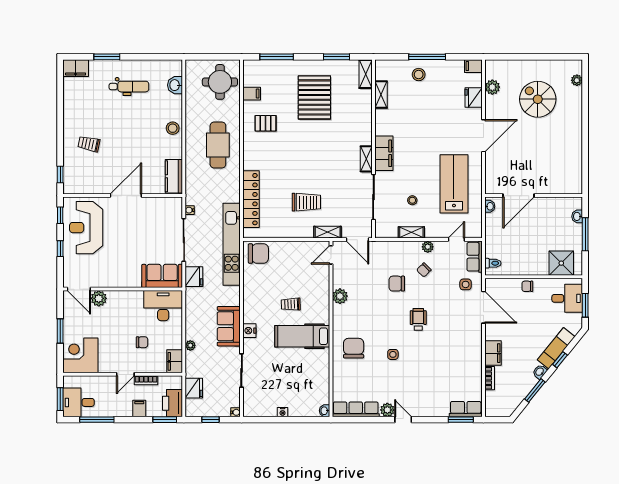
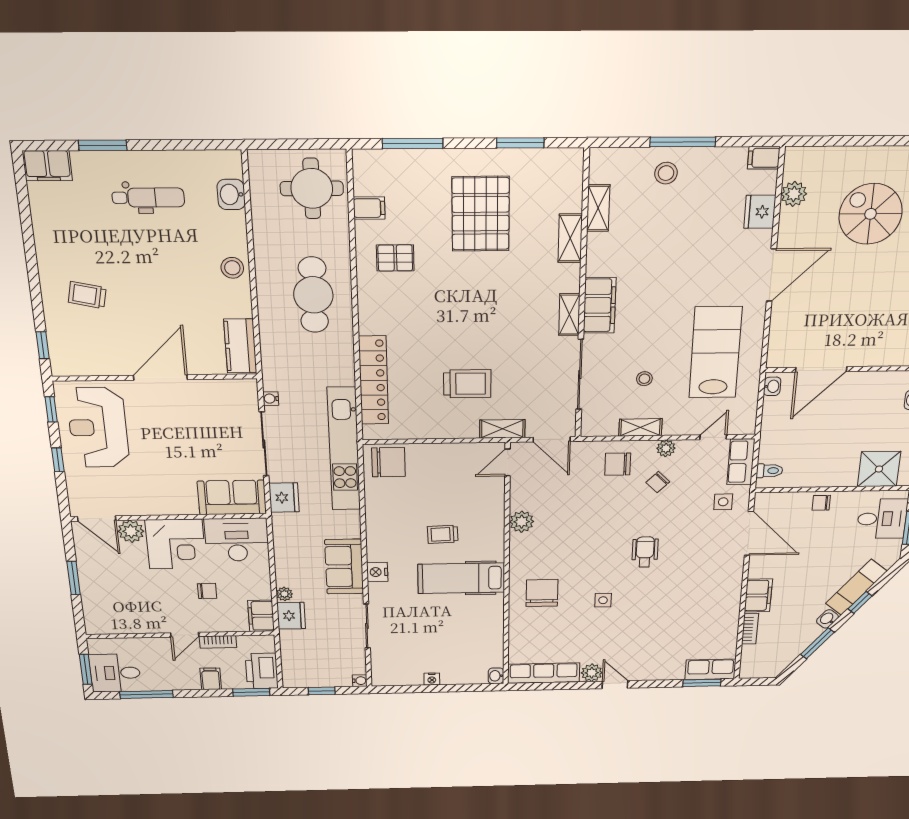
shelving: (366, 74) -> (570, 238), moved
chair: (397, 284) -> (618, 464), moved
corner desk: (80, 355) -> (176, 544), moved, turned 180
fridge: (194, 388) -> (291, 616), moved

